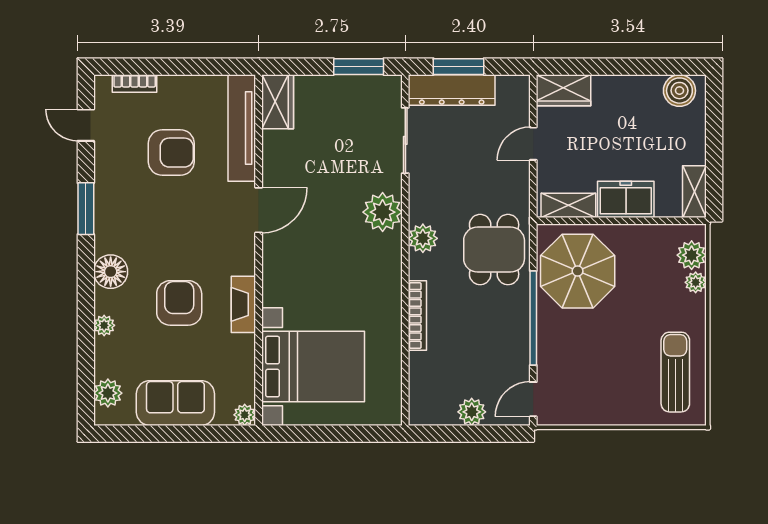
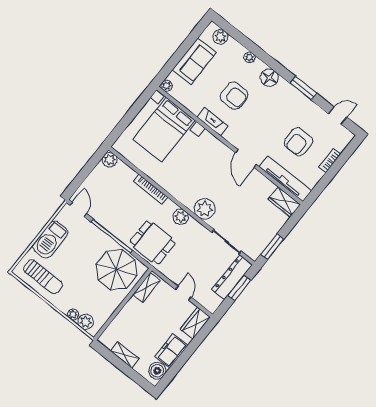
bookcase: (135, 83) -> (330, 160), moved
shelving: (694, 192) -> (125, 355), moved
freezer: (626, 199) -> (171, 351), moved, turned 180
barbecue: (611, 405) -> (50, 239), added
plant: (472, 412) -> (110, 160), moved

